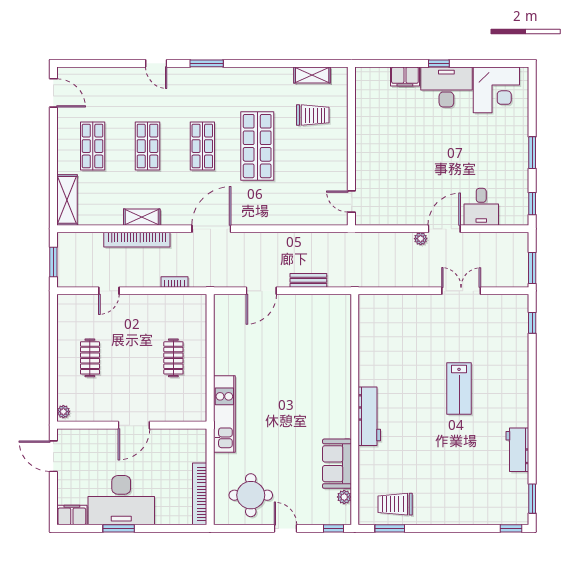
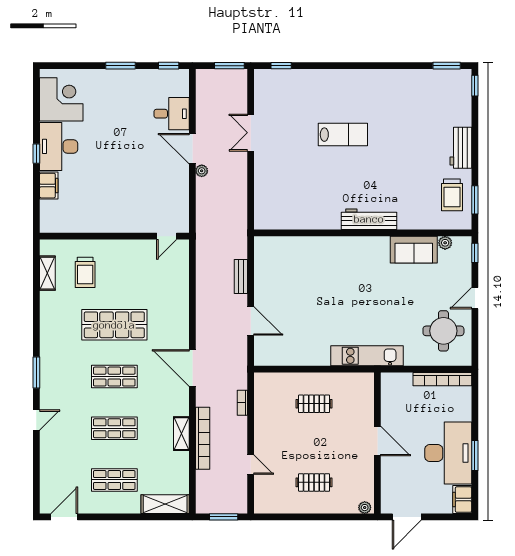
trolley: (313, 115) -> (85, 272), turned 180
workbench: (517, 450) -> (461, 148), moved, turned 90

